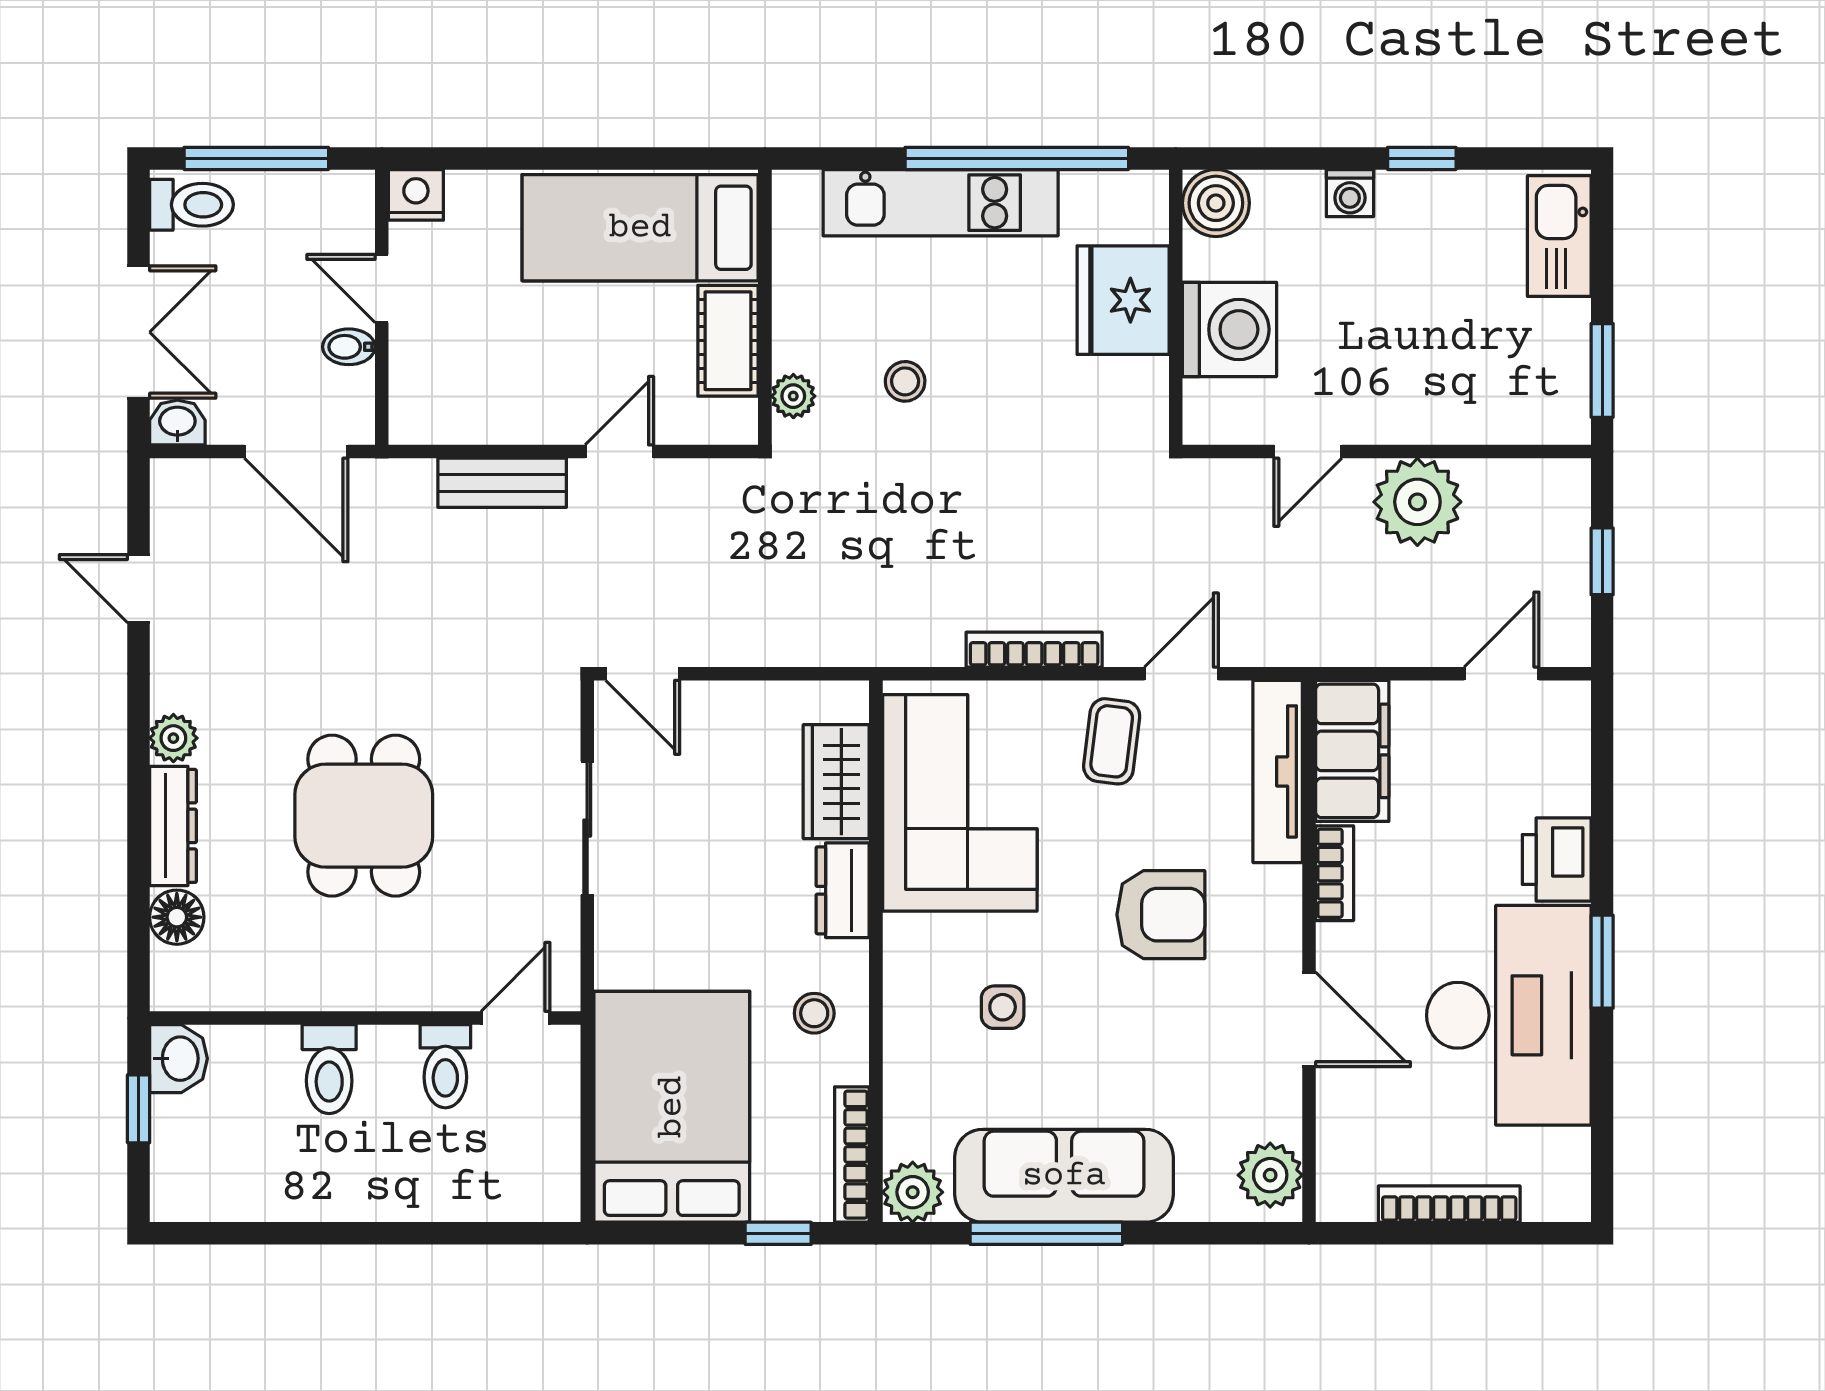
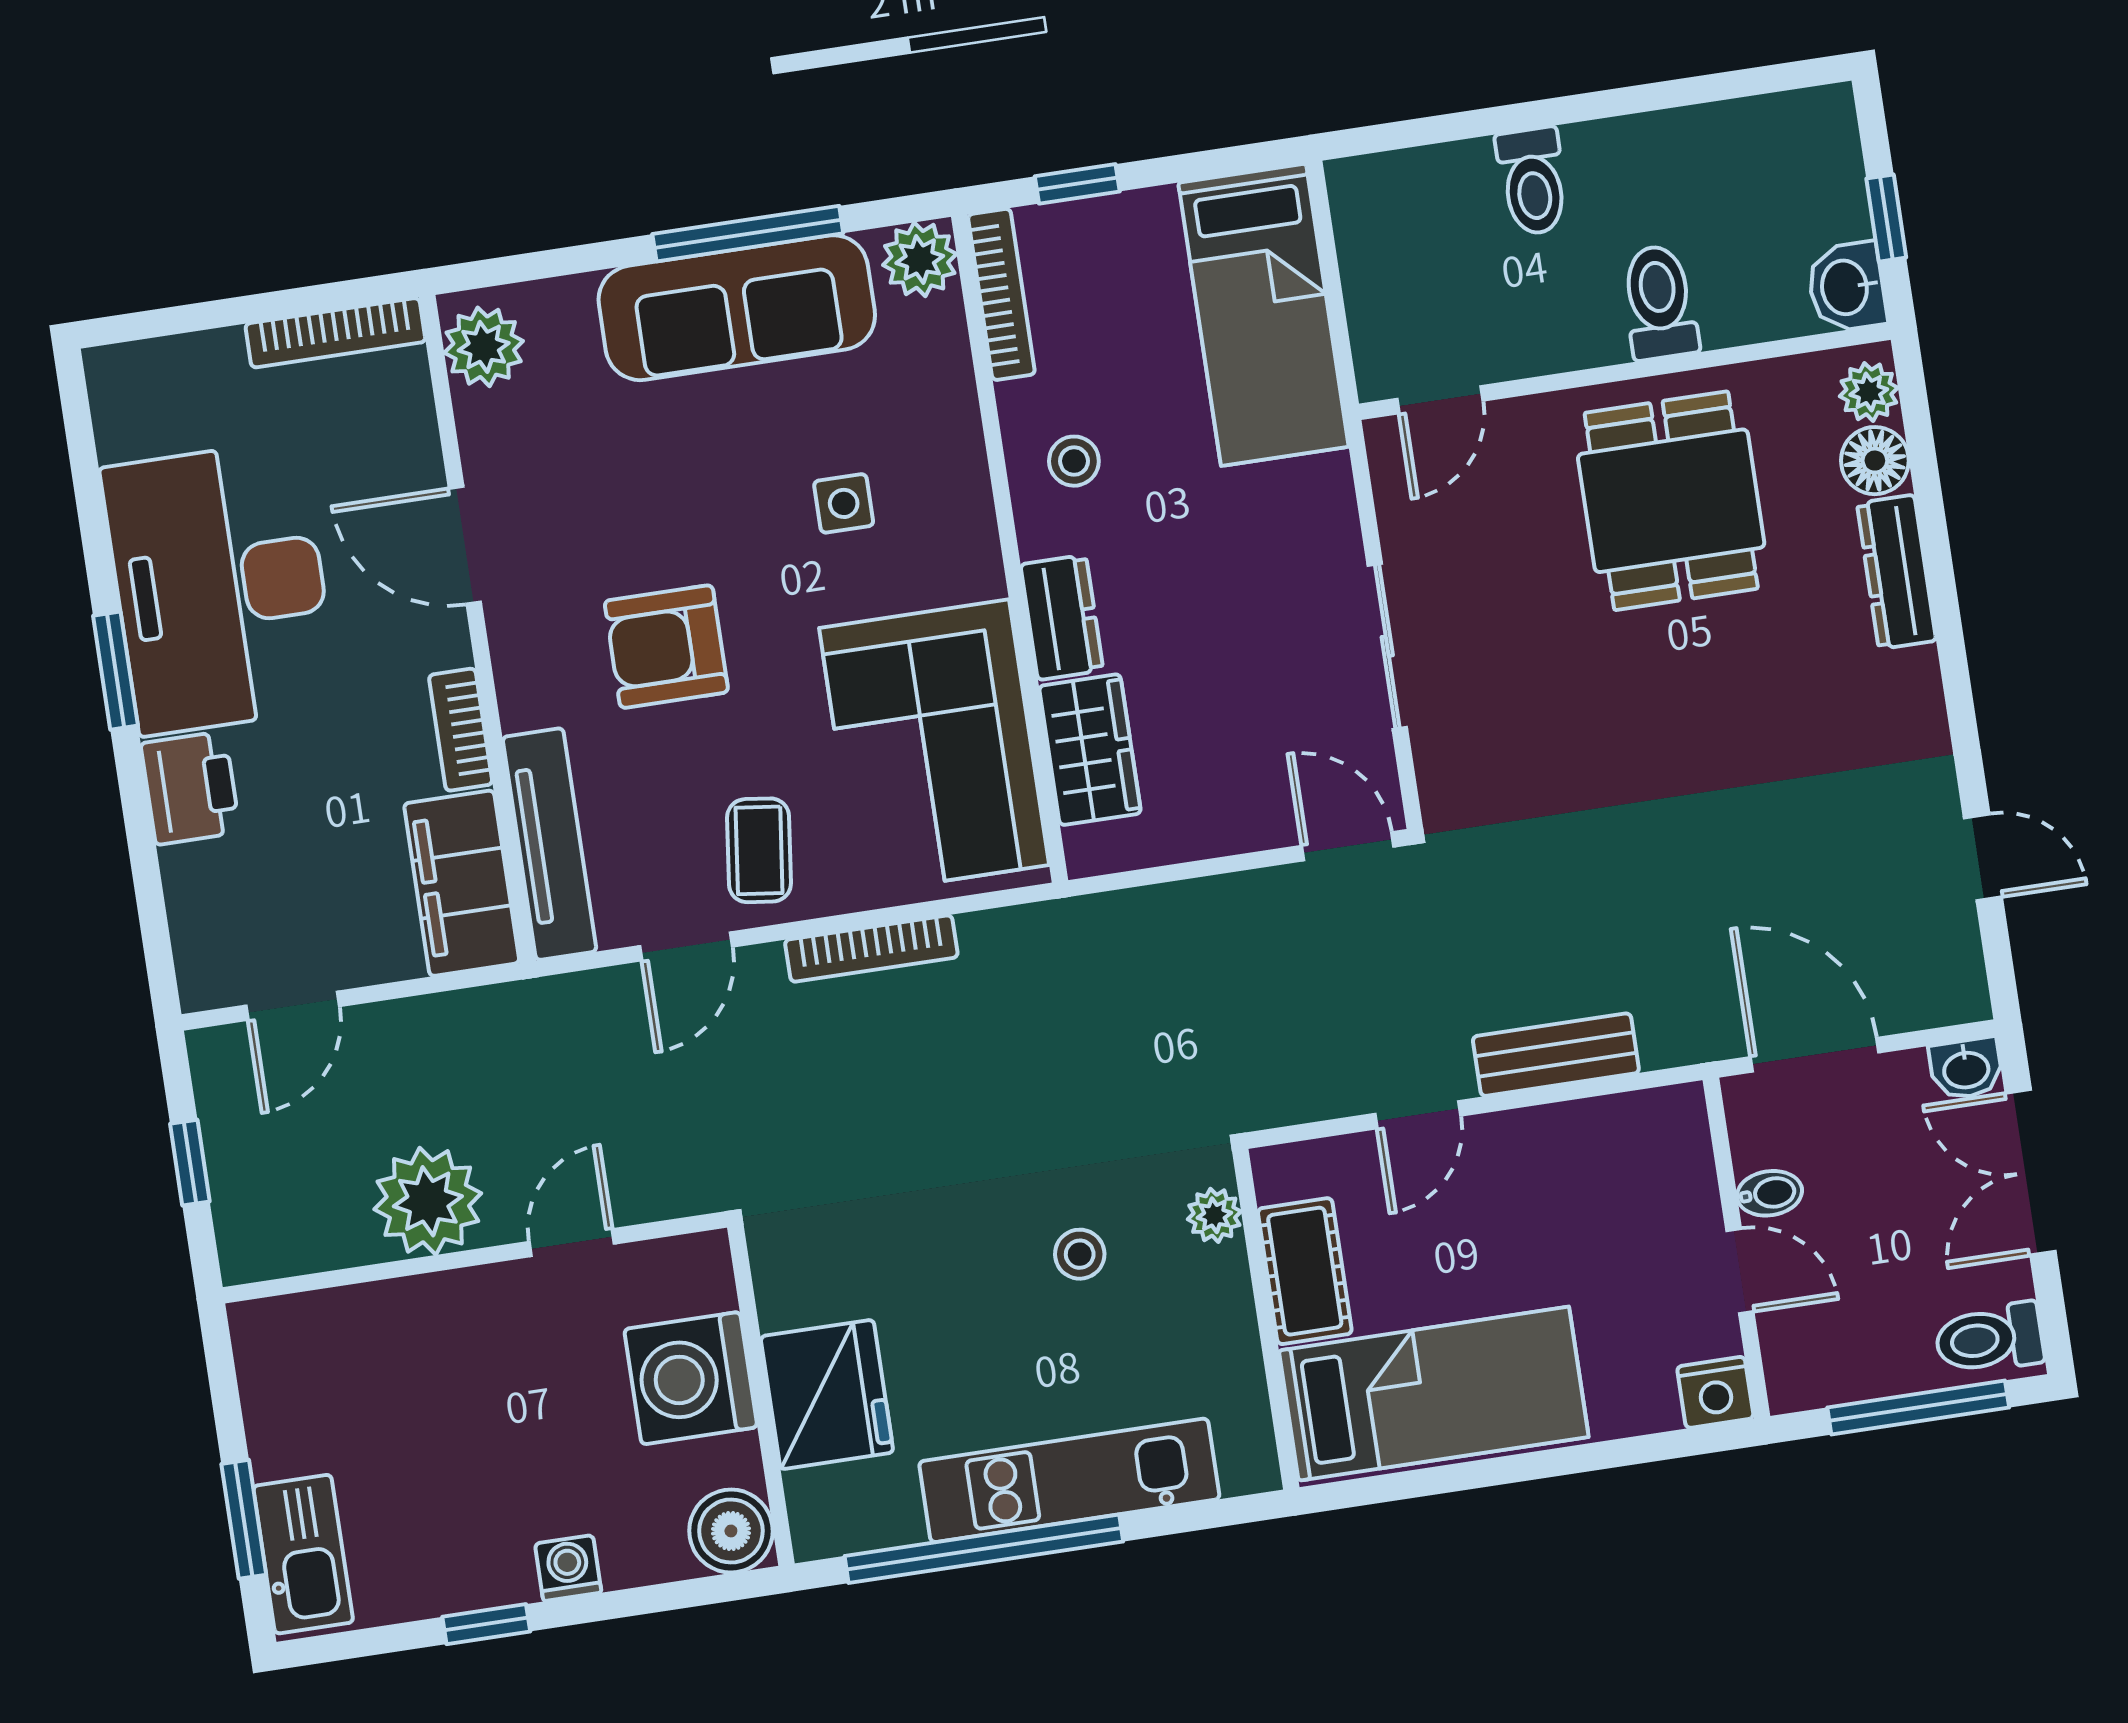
window: (1602, 370) -> (244, 1519), moved
plant: (173, 738) -> (1869, 392), moved
dining table: (364, 816) -> (1671, 501), moved
toilet: (445, 1066) -> (1533, 181), moved, turned 180
bed: (672, 1107) -> (1263, 315), width x0.67
bookcase: (1449, 1204) -> (335, 333), moved

